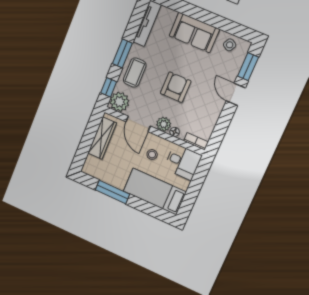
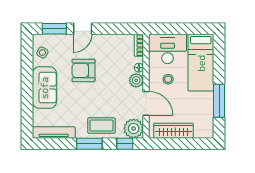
armchair: (176, 87) -> (83, 70), moved
door: (138, 124) -> (146, 103), hinge flipped
desk: (183, 162) -> (168, 49), width x1.37

